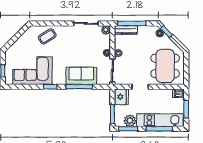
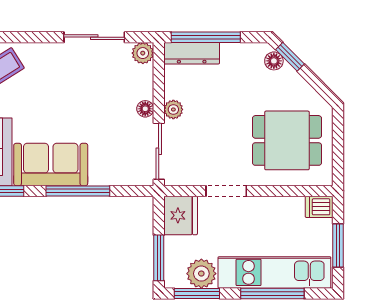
dining table: (165, 66) -> (287, 140), width x0.73
sofa: (81, 76) -> (51, 164), moved

